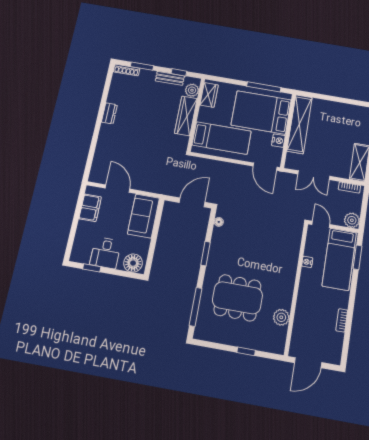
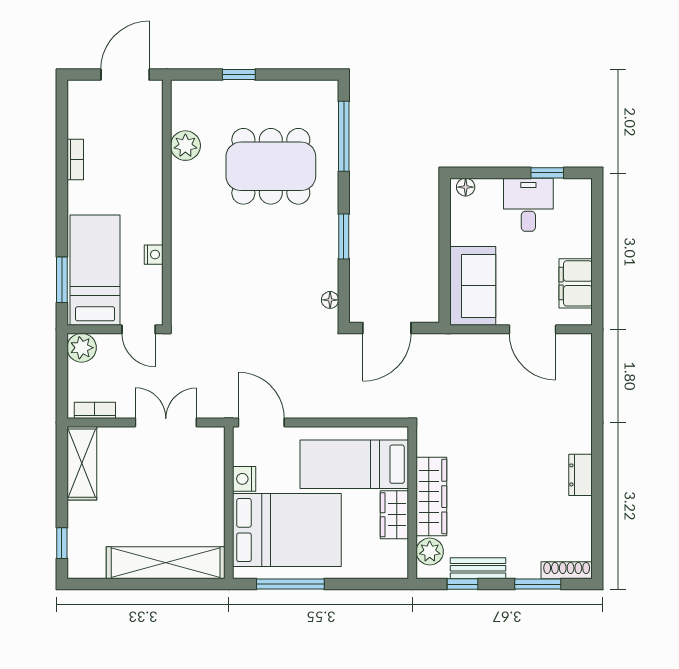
wardrobe: (209, 95) -> (394, 515), moved
shelving: (299, 124) -> (166, 563), moved, turned 90
floor lamp: (133, 263) -> (466, 187), width x0.53, depth x0.53

